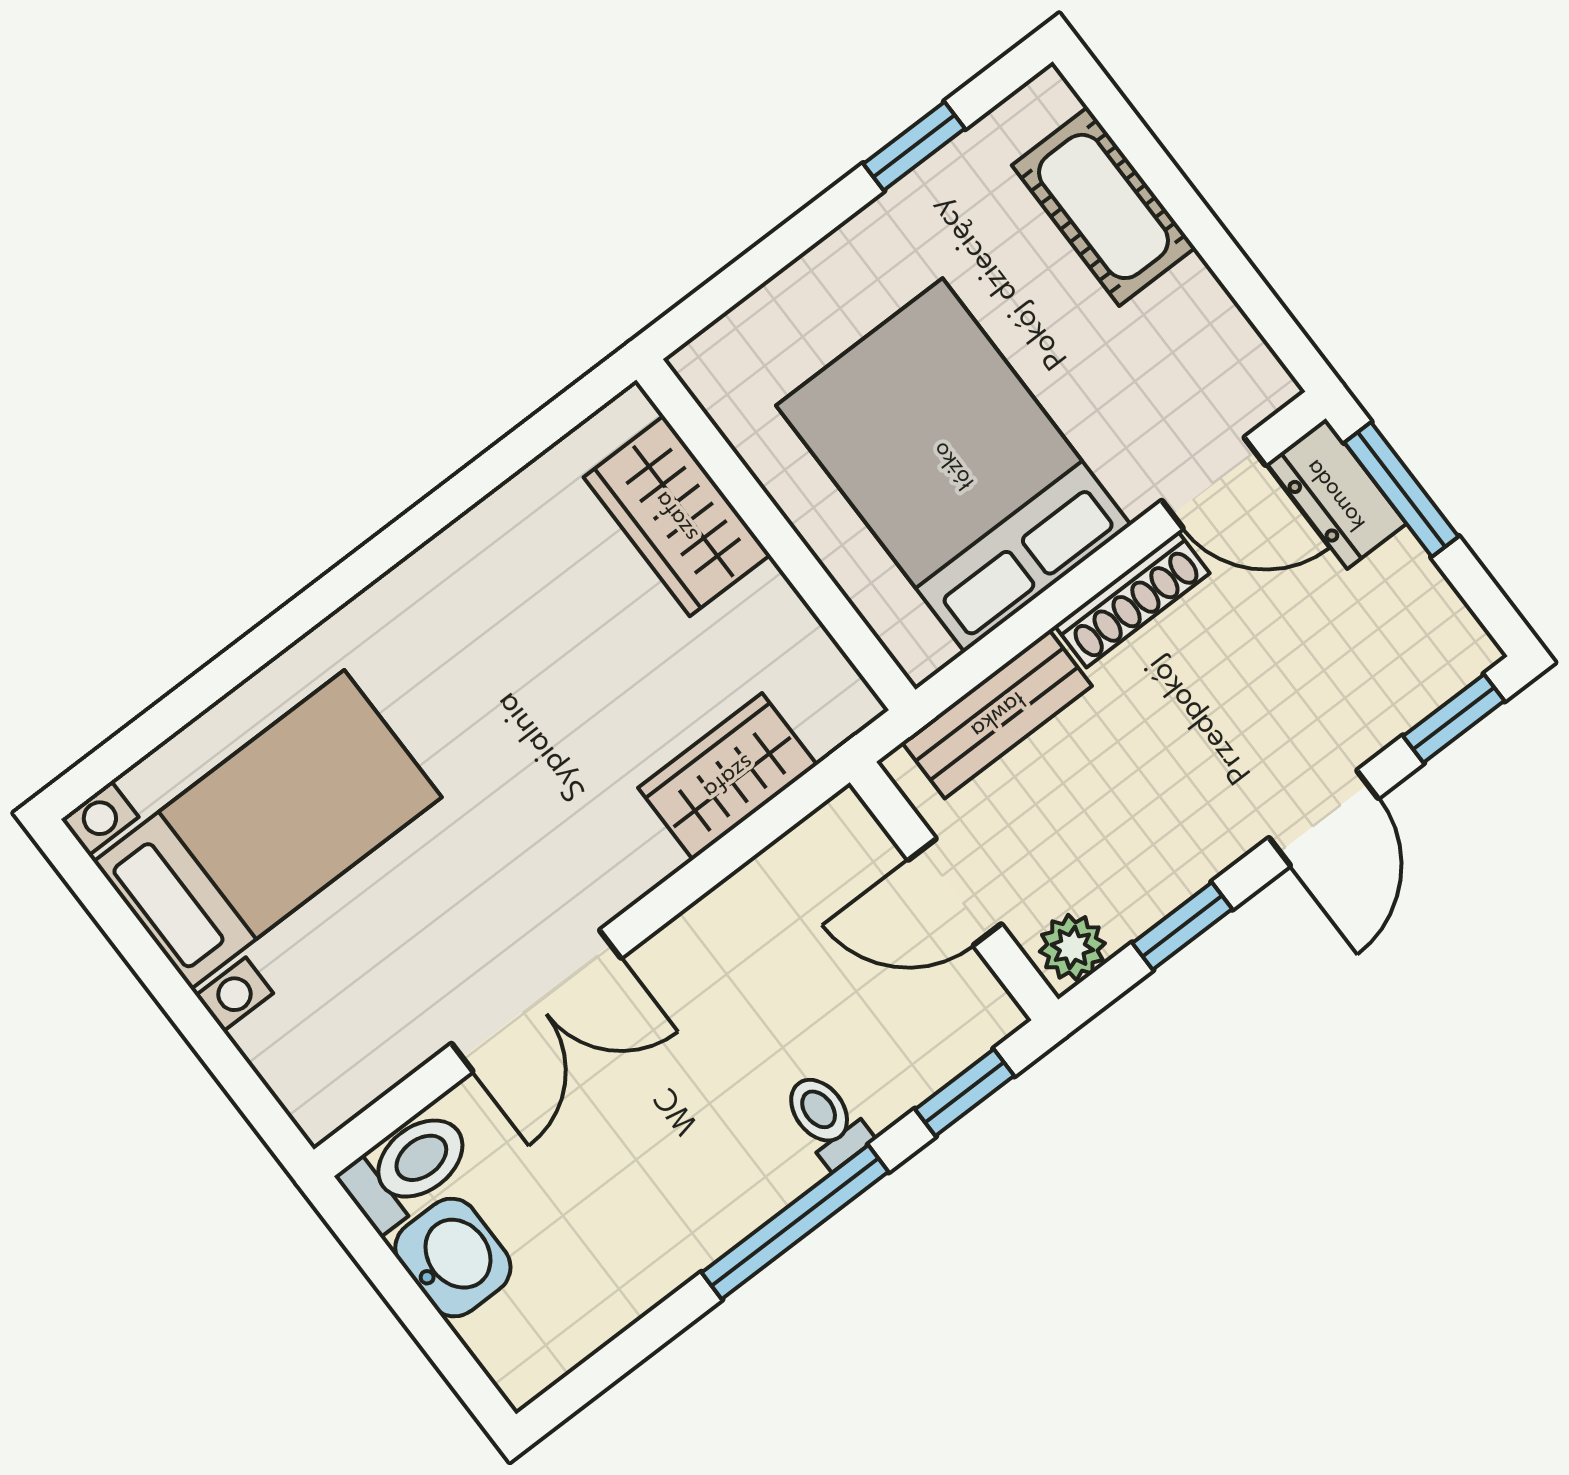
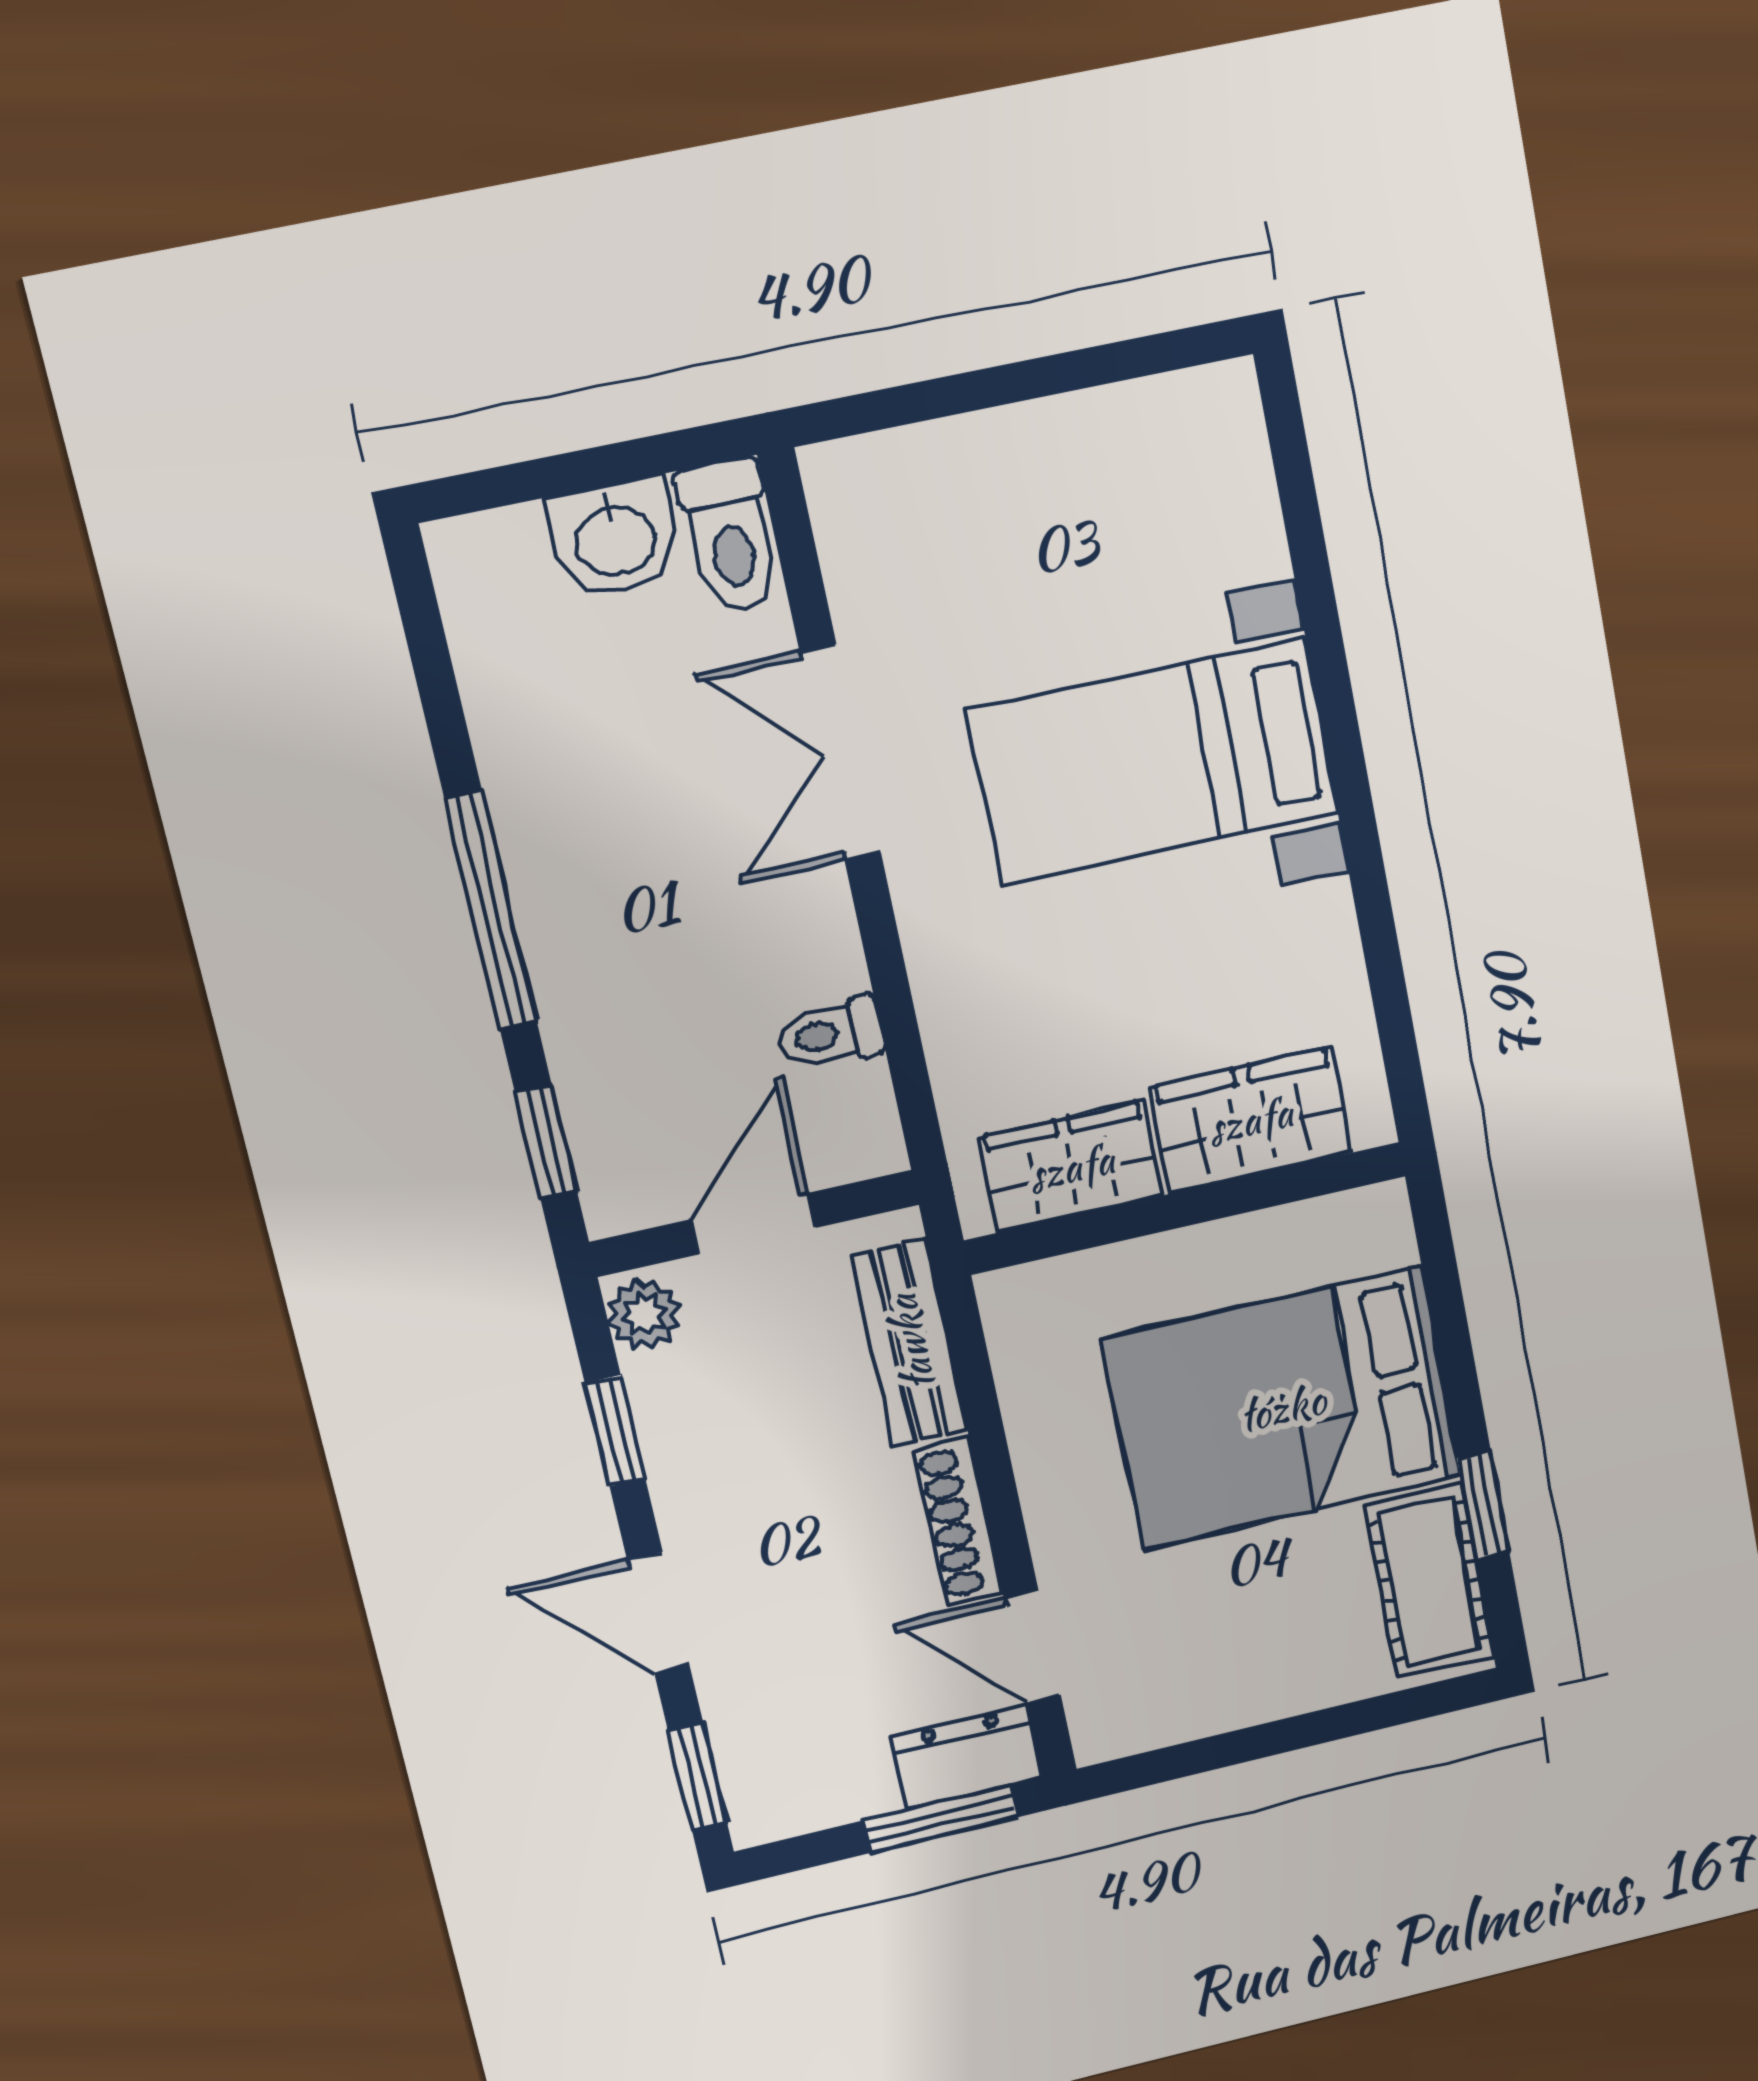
cot: (1103, 206) -> (1429, 1581), moved, turned 90
bed: (954, 465) -> (1282, 1408), moved, turned 180
door: (1214, 483) -> (1032, 1647), hinge flipped
wardrobe: (728, 776) -> (1071, 1167), moved, turned -90
bed with nightstands: (268, 829) -> (1153, 762), moved, turned 90
toilet: (826, 1120) -> (830, 1034), moved, turned 180

